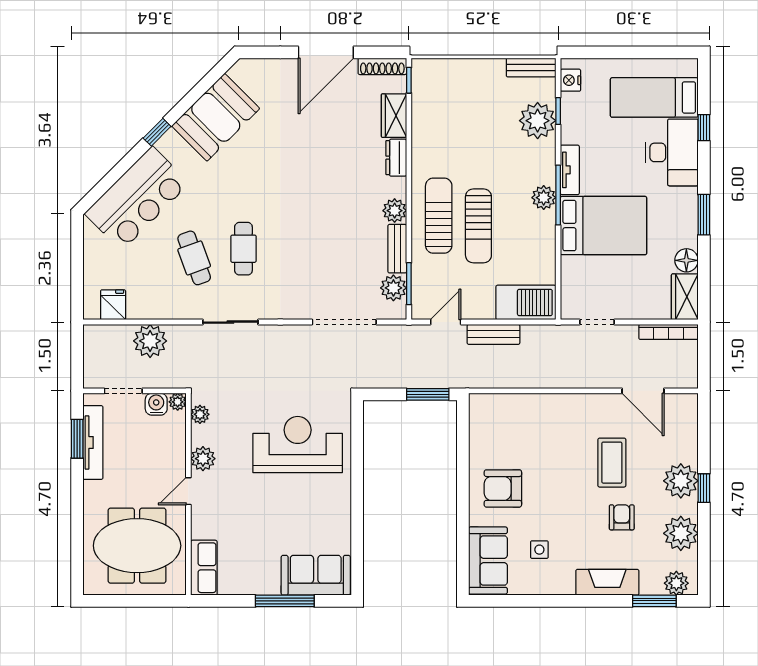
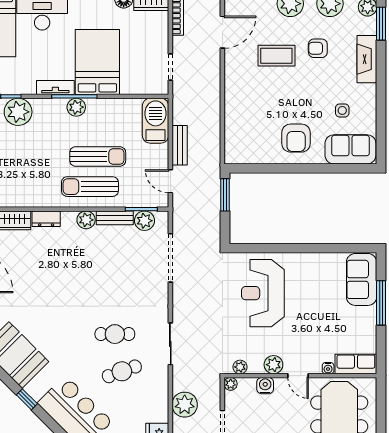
water cooler: (156, 404) -> (265, 386), moved, turned 90
water cooler: (198, 531) -> (328, 368), added

